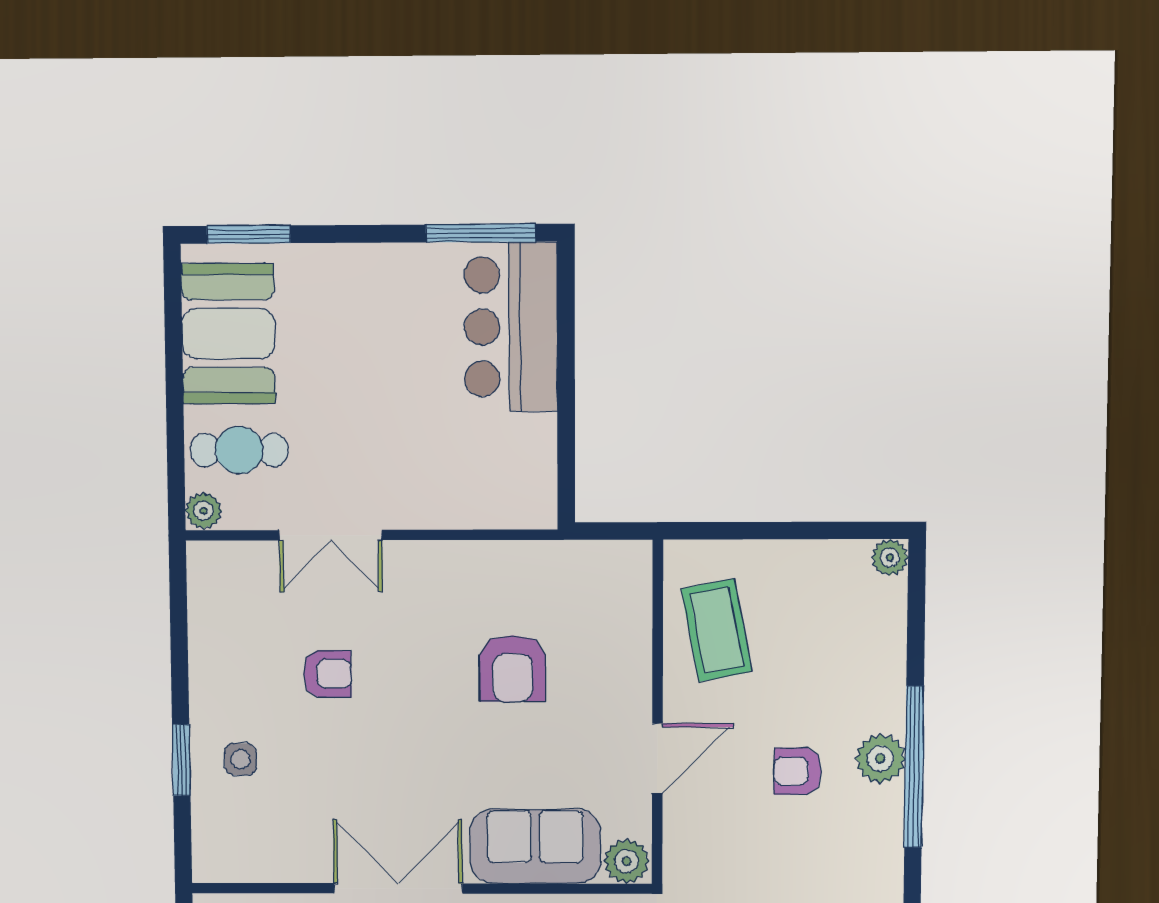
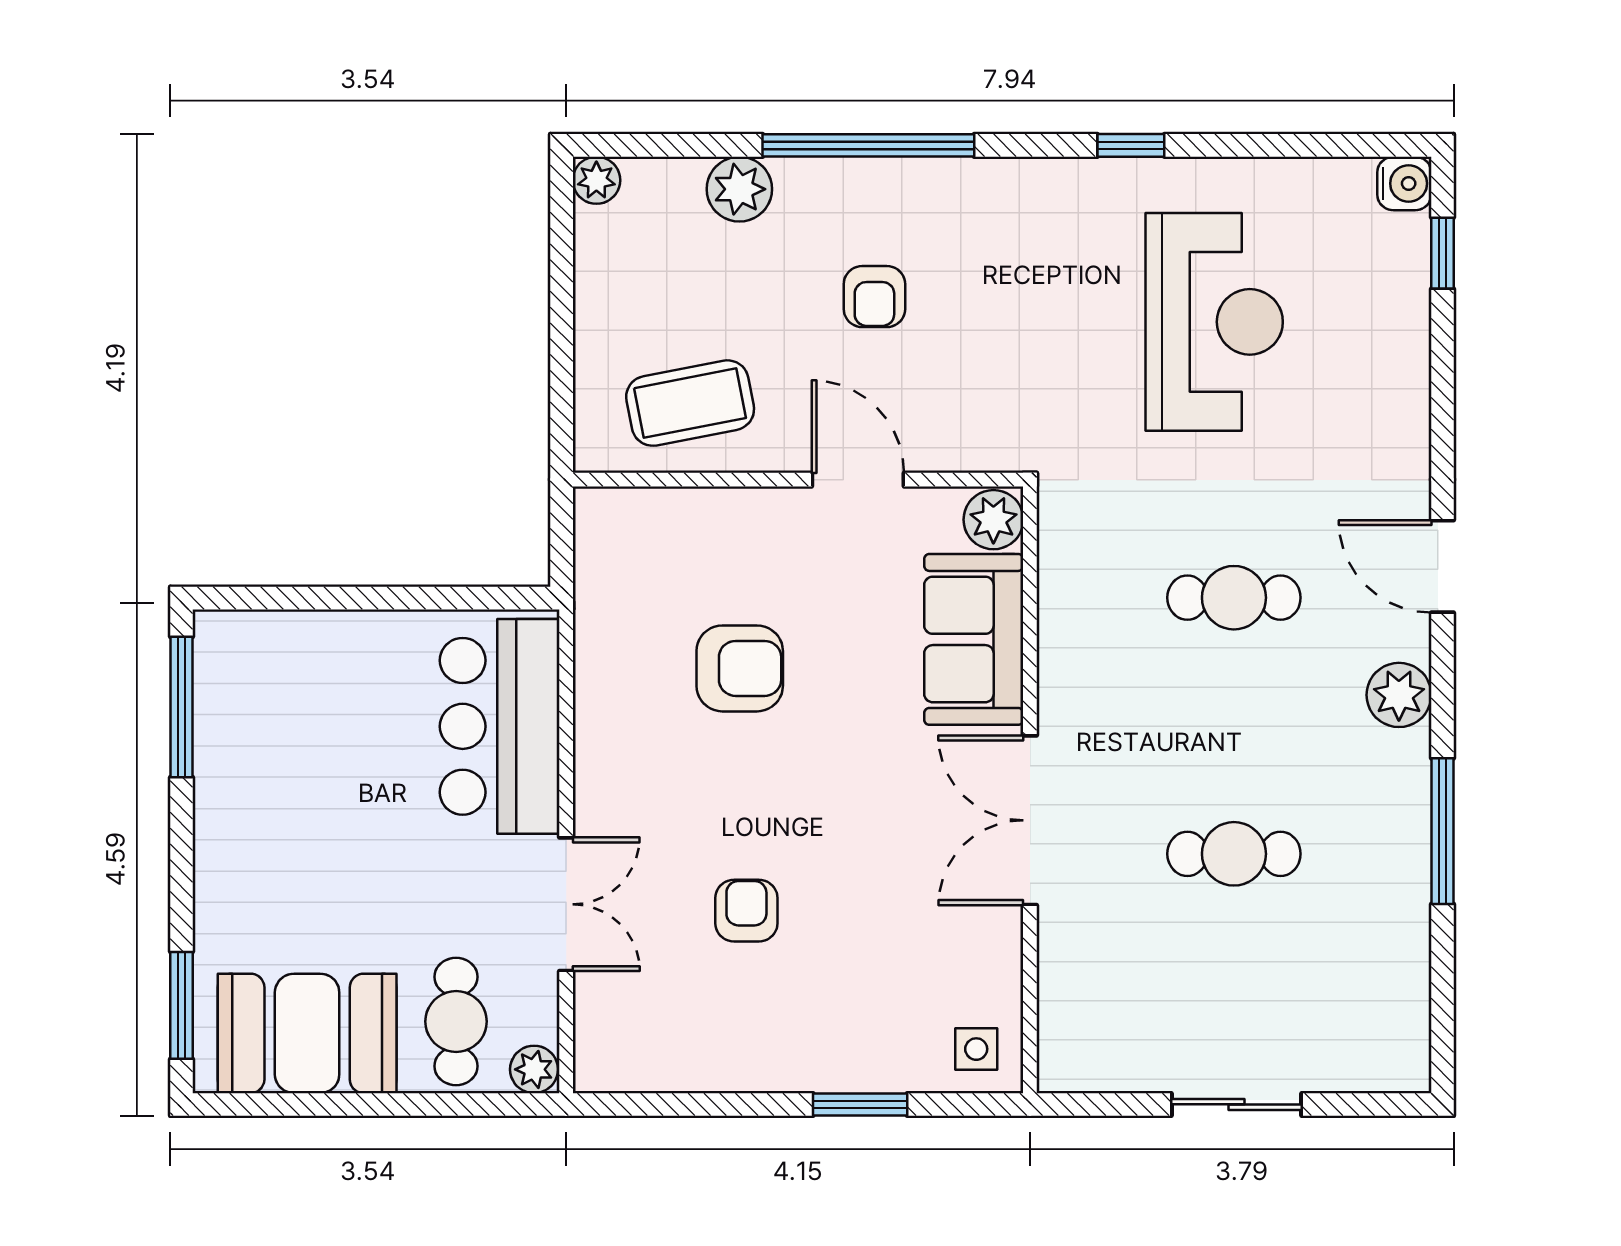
bar counter: (511, 327) -> (500, 726), moved, turned 90
side table: (241, 759) -> (976, 1049), moved
plant: (880, 759) -> (739, 189), moved

